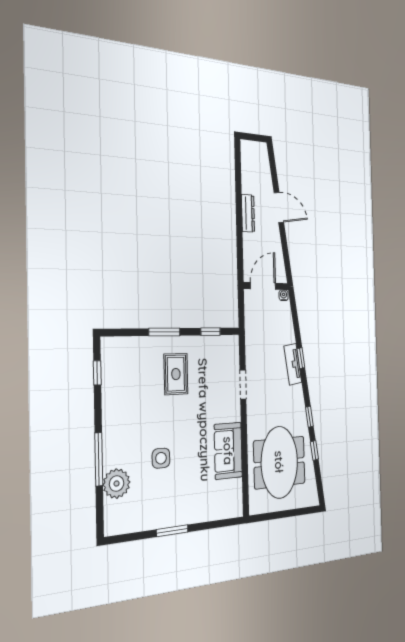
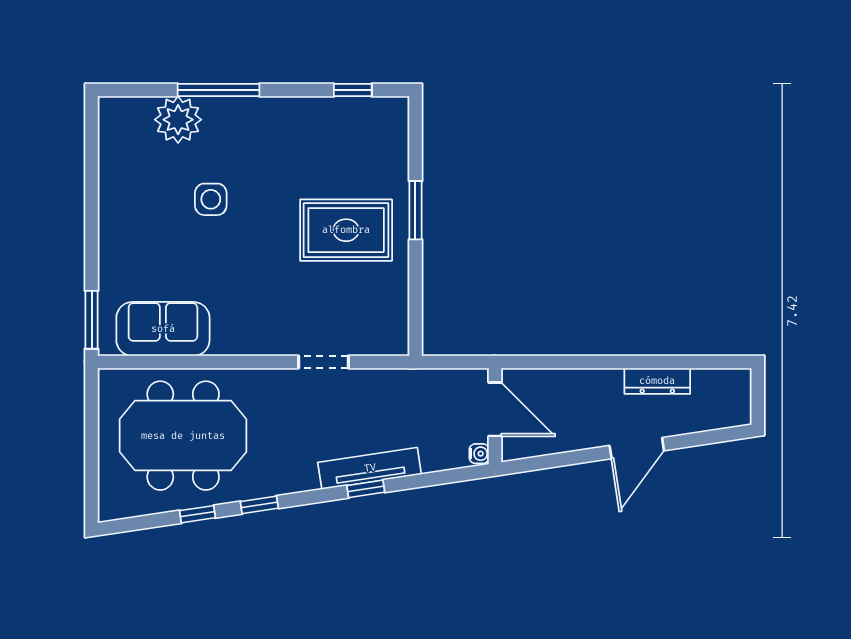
dresser: (248, 213) -> (657, 381), moved
window: (210, 332) -> (415, 299), removed
tv unit: (293, 364) -> (370, 468), width x1.41
rug: (176, 374) -> (346, 230), width x1.36, depth x1.43
sofa: (228, 451) -> (163, 329), moved
window: (172, 531) -> (92, 320), moved

